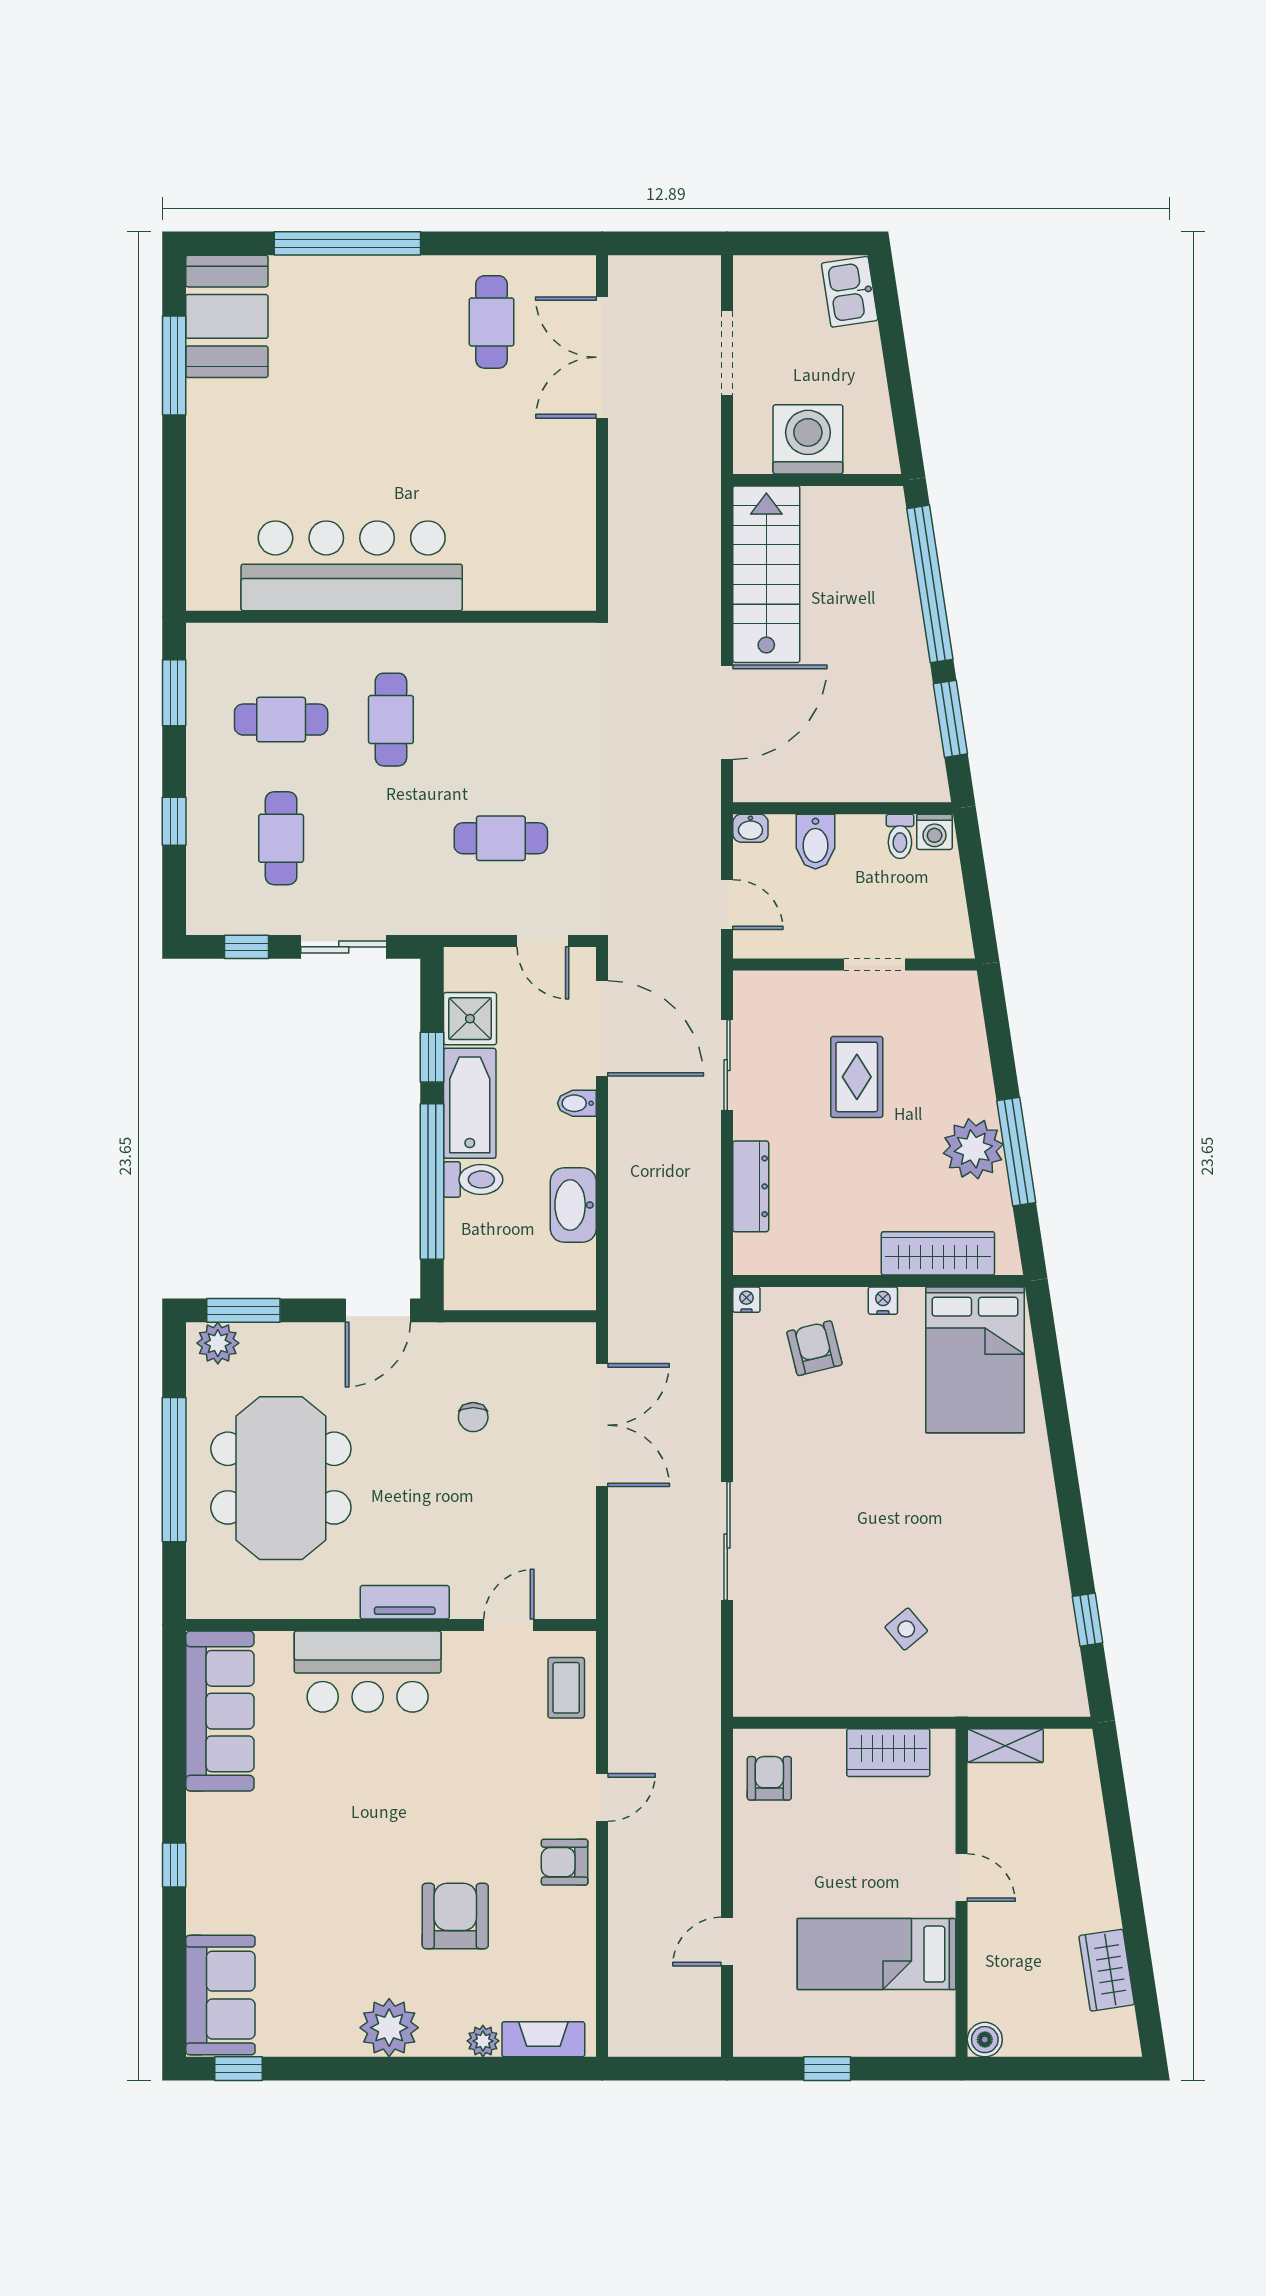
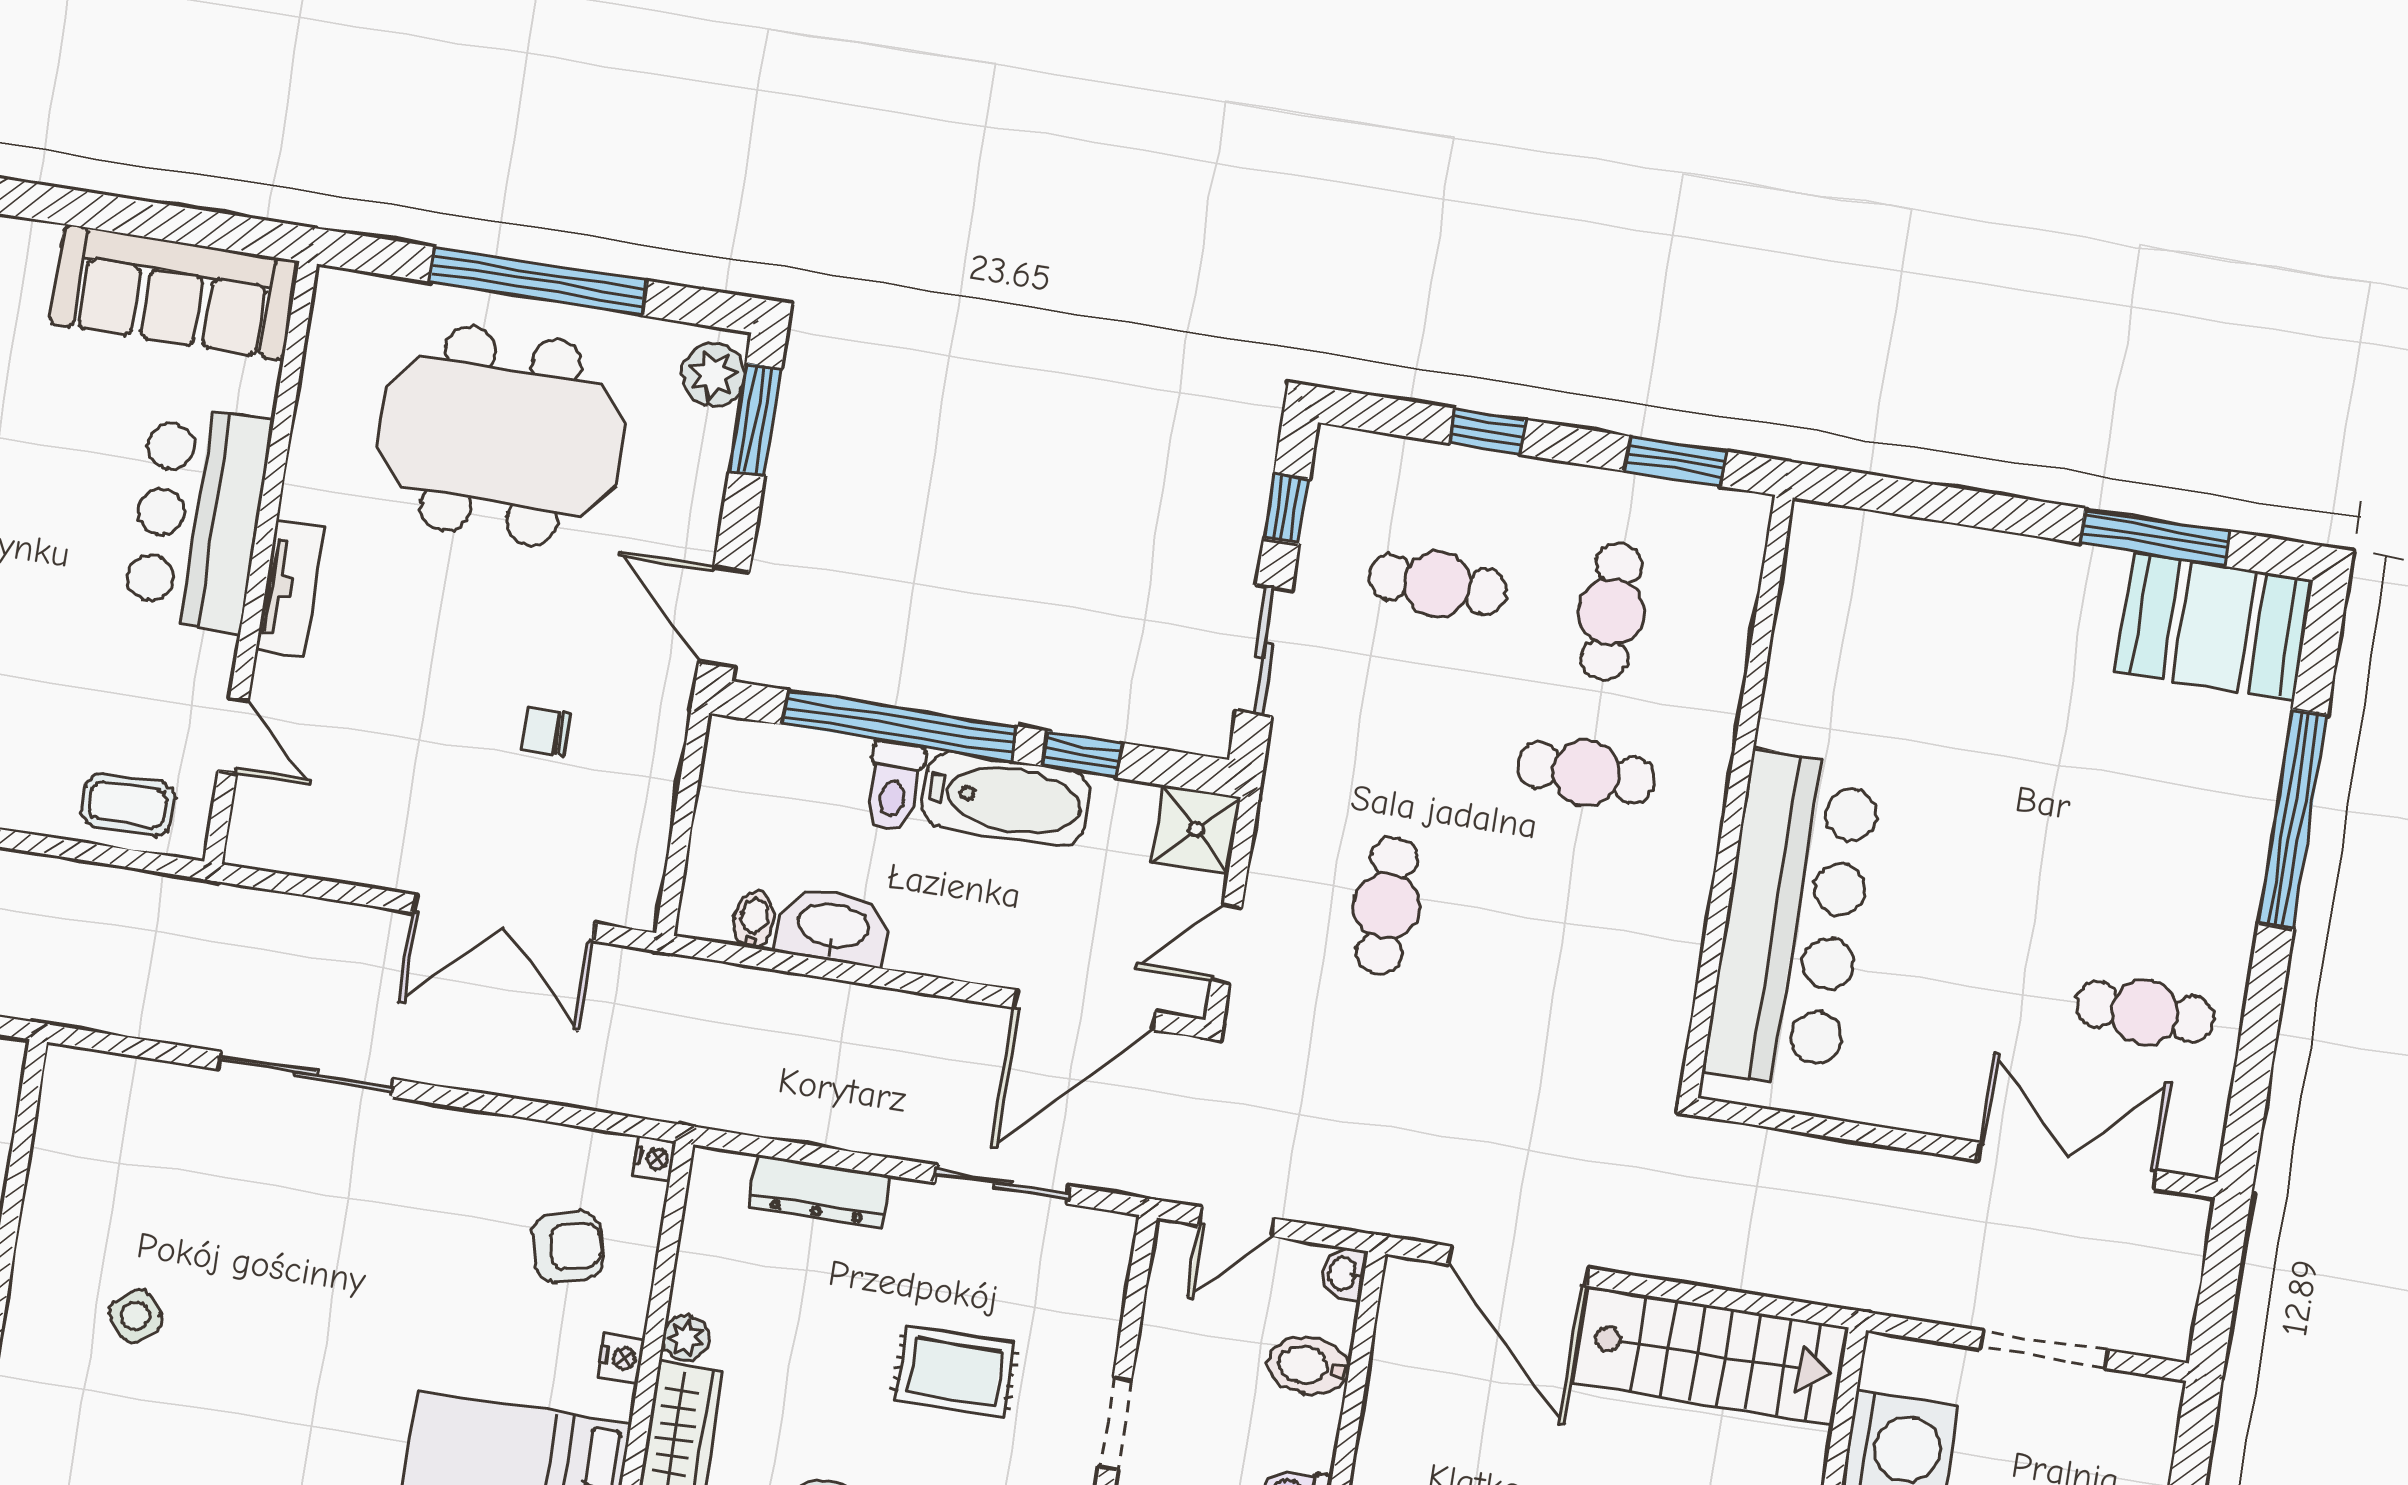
bar counter: (352, 566) -> (1793, 920), moved
shower: (470, 1019) -> (1196, 829), moved
bidet: (577, 1103) -> (754, 920), moved
plant: (863, 1260) -> (686, 1338), added

